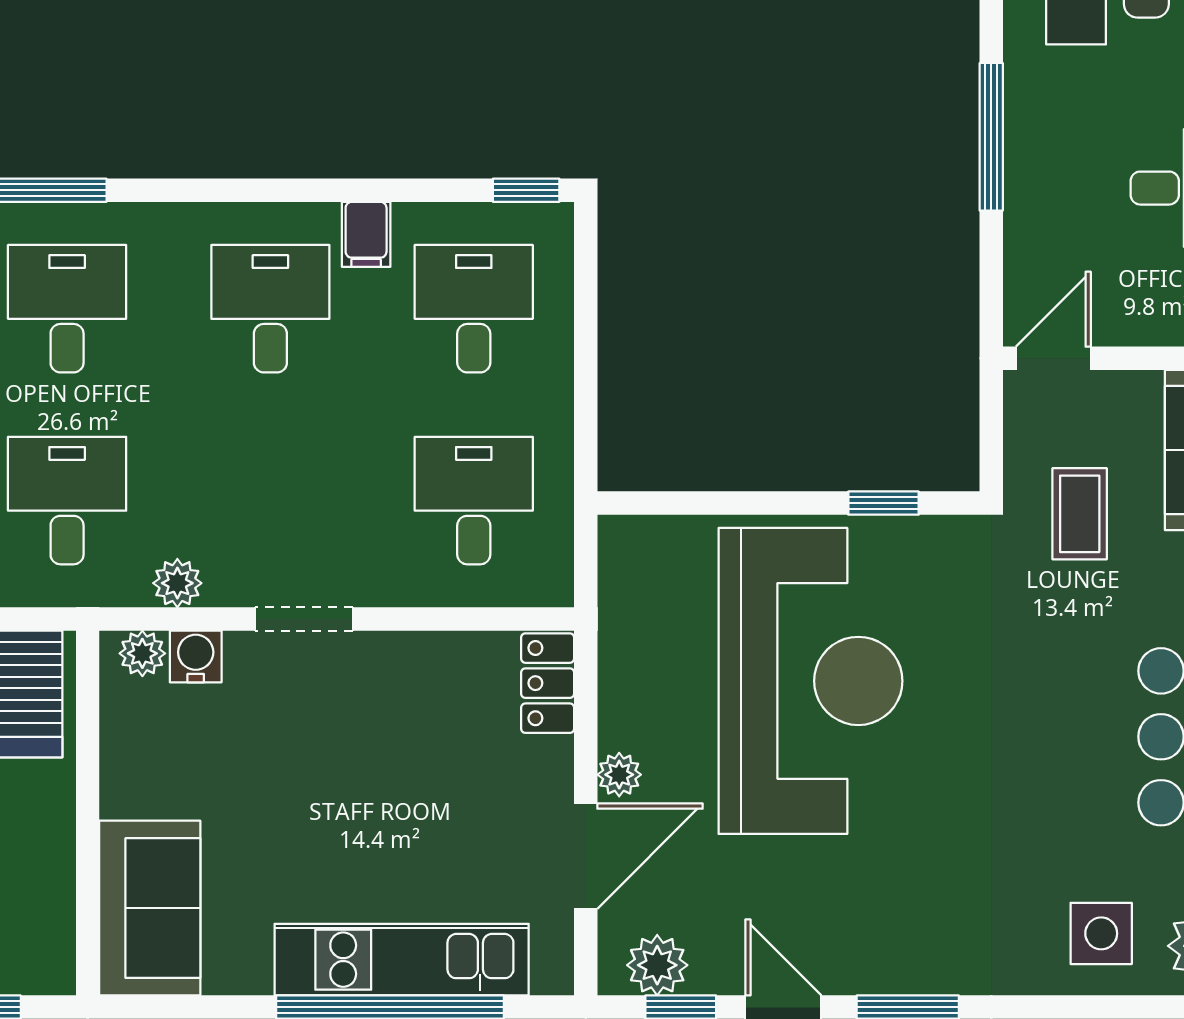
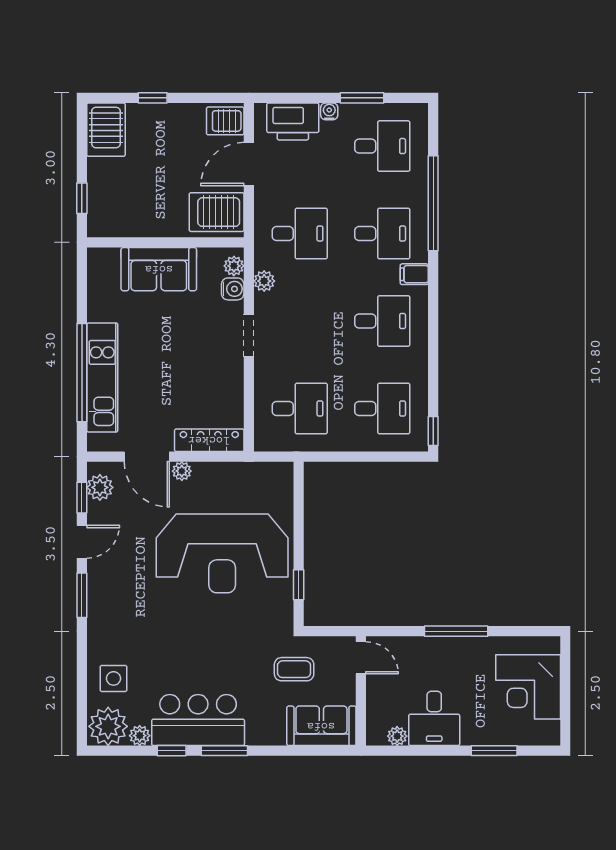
filing cabinet: (366, 234) -> (414, 274), moved
locker: (548, 683) -> (209, 440), width x1.53
sofa: (150, 908) -> (159, 269), moved

